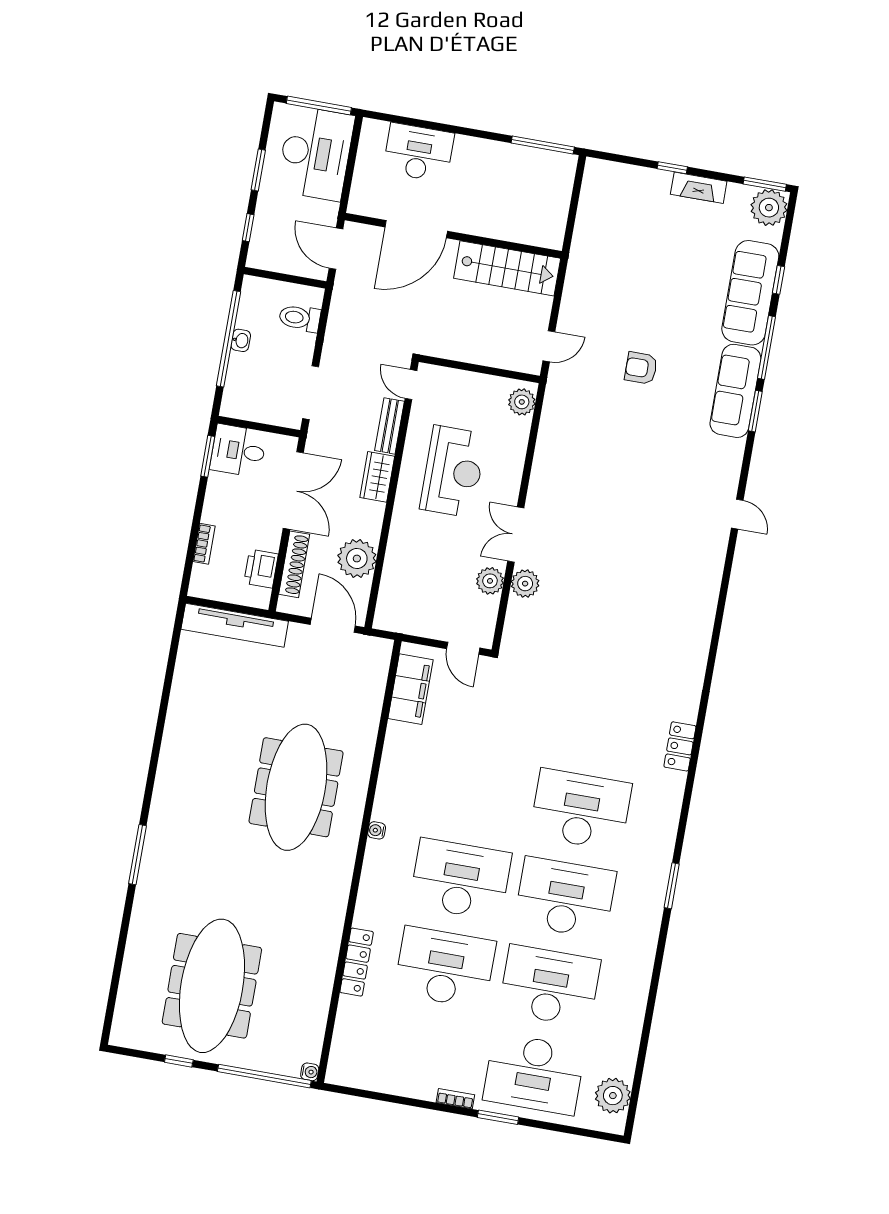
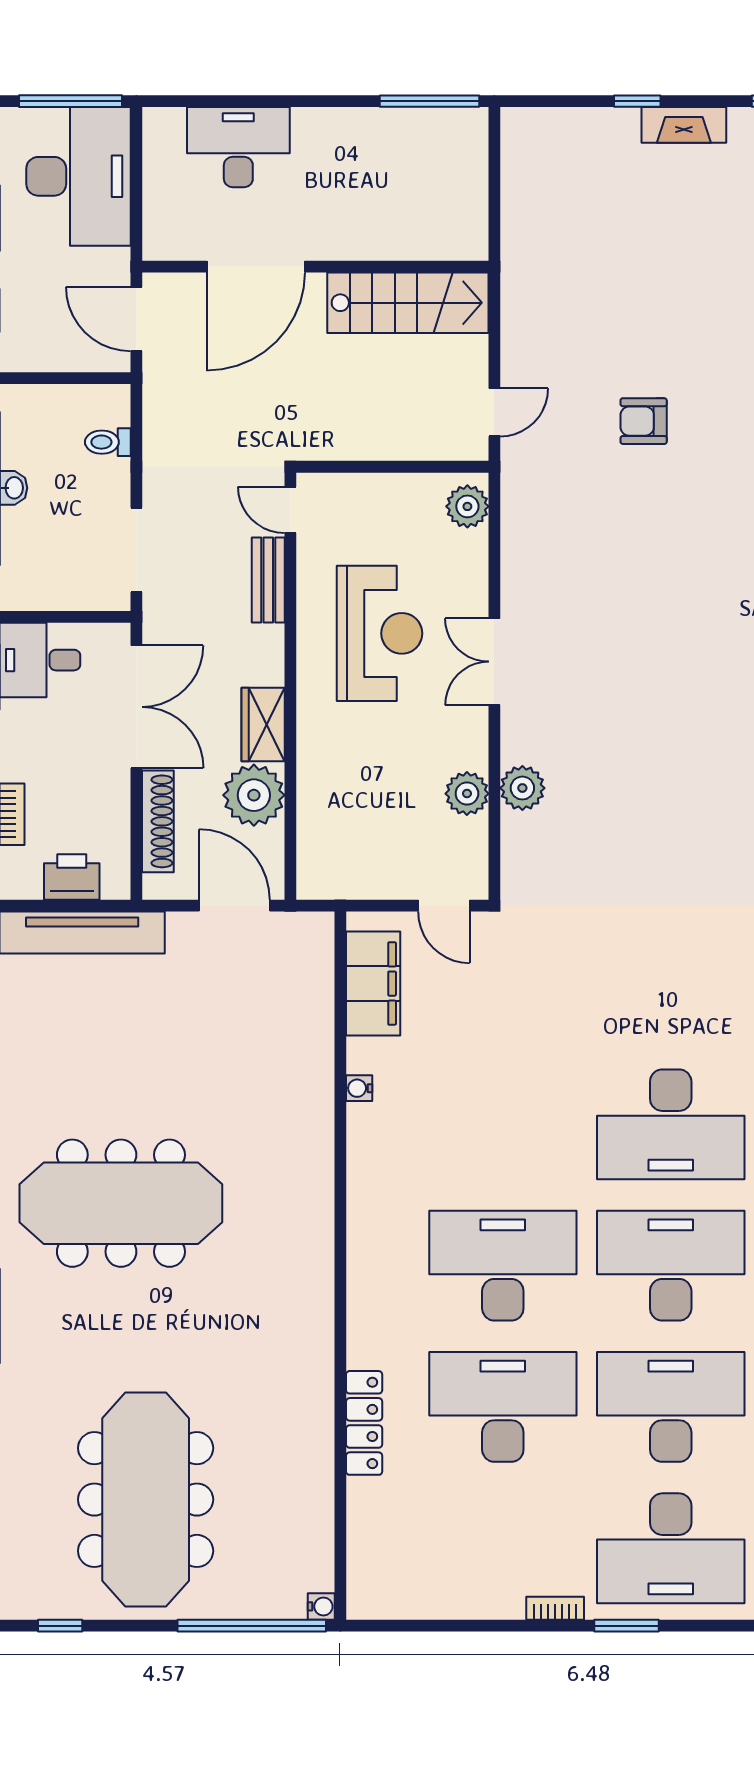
toilet: (300, 318) -> (108, 442), width x0.73, depth x0.72
wardrobe: (377, 477) -> (263, 724), moved
double door: (516, 535) -> (494, 662), moved
printer: (261, 569) -> (72, 877), moved, turned 90
meeting table: (296, 787) -> (121, 1203), moved, turned 90
desk: (581, 810) -> (671, 1124), turned 180
water cooler: (377, 830) -> (359, 1088), moved
window: (179, 1061) -> (60, 1626), moved

